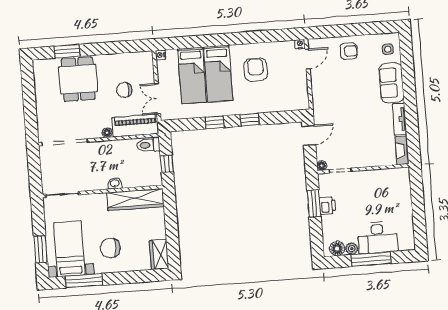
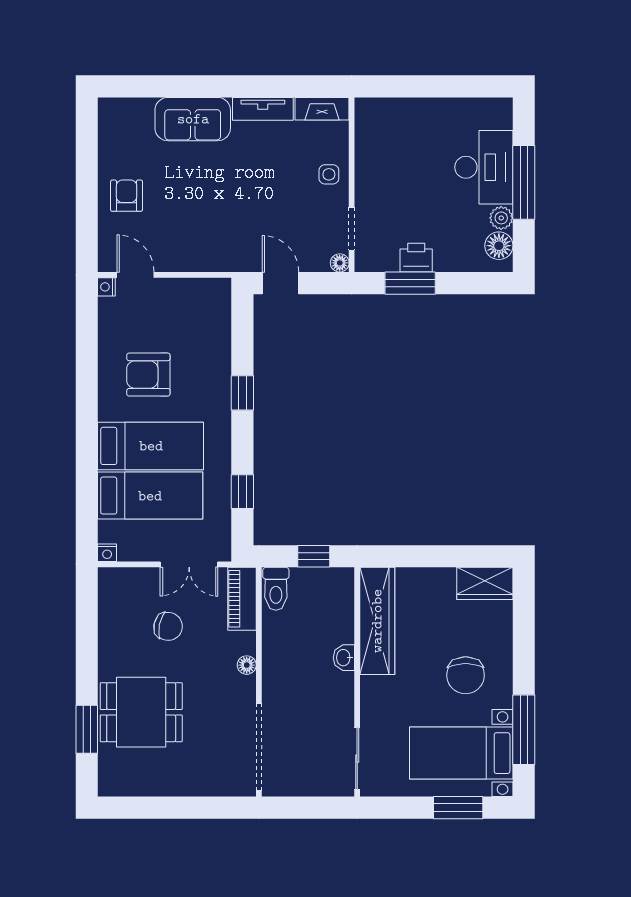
side table: (388, 49) -> (329, 174), moved
chair: (124, 90) -> (168, 626), turned -78
window: (215, 122) -> (242, 492), moved
piano: (135, 126) -> (242, 599), width x0.73, depth x0.75

